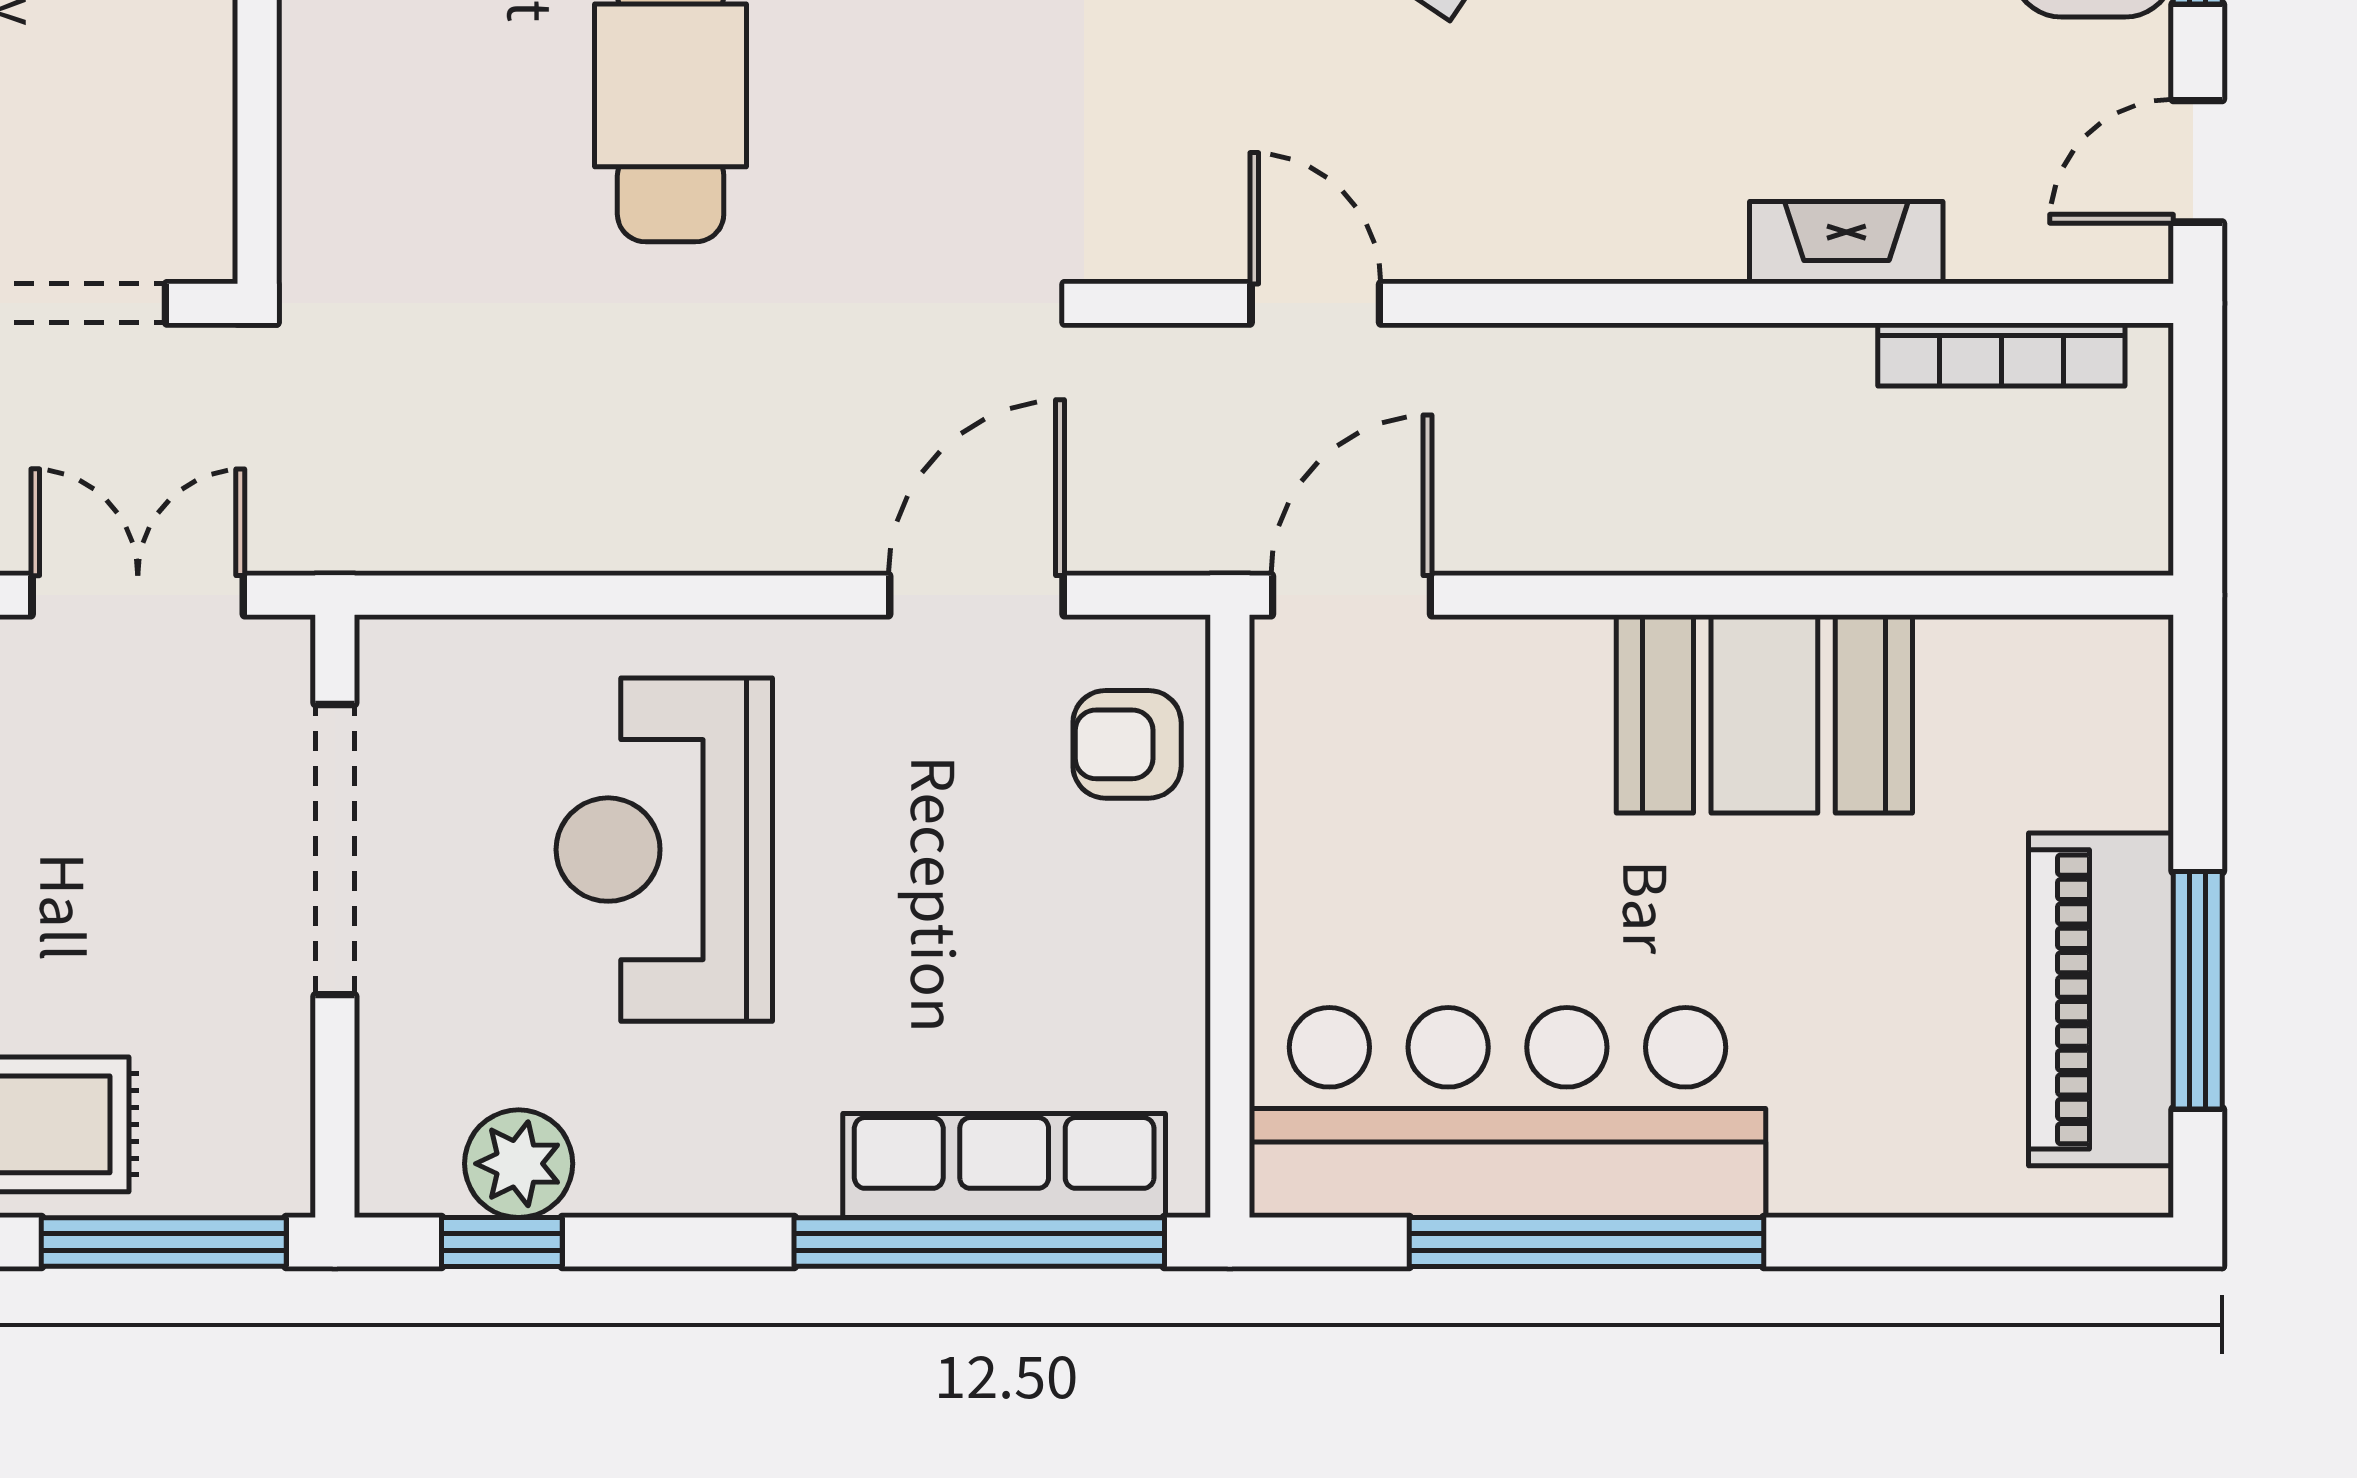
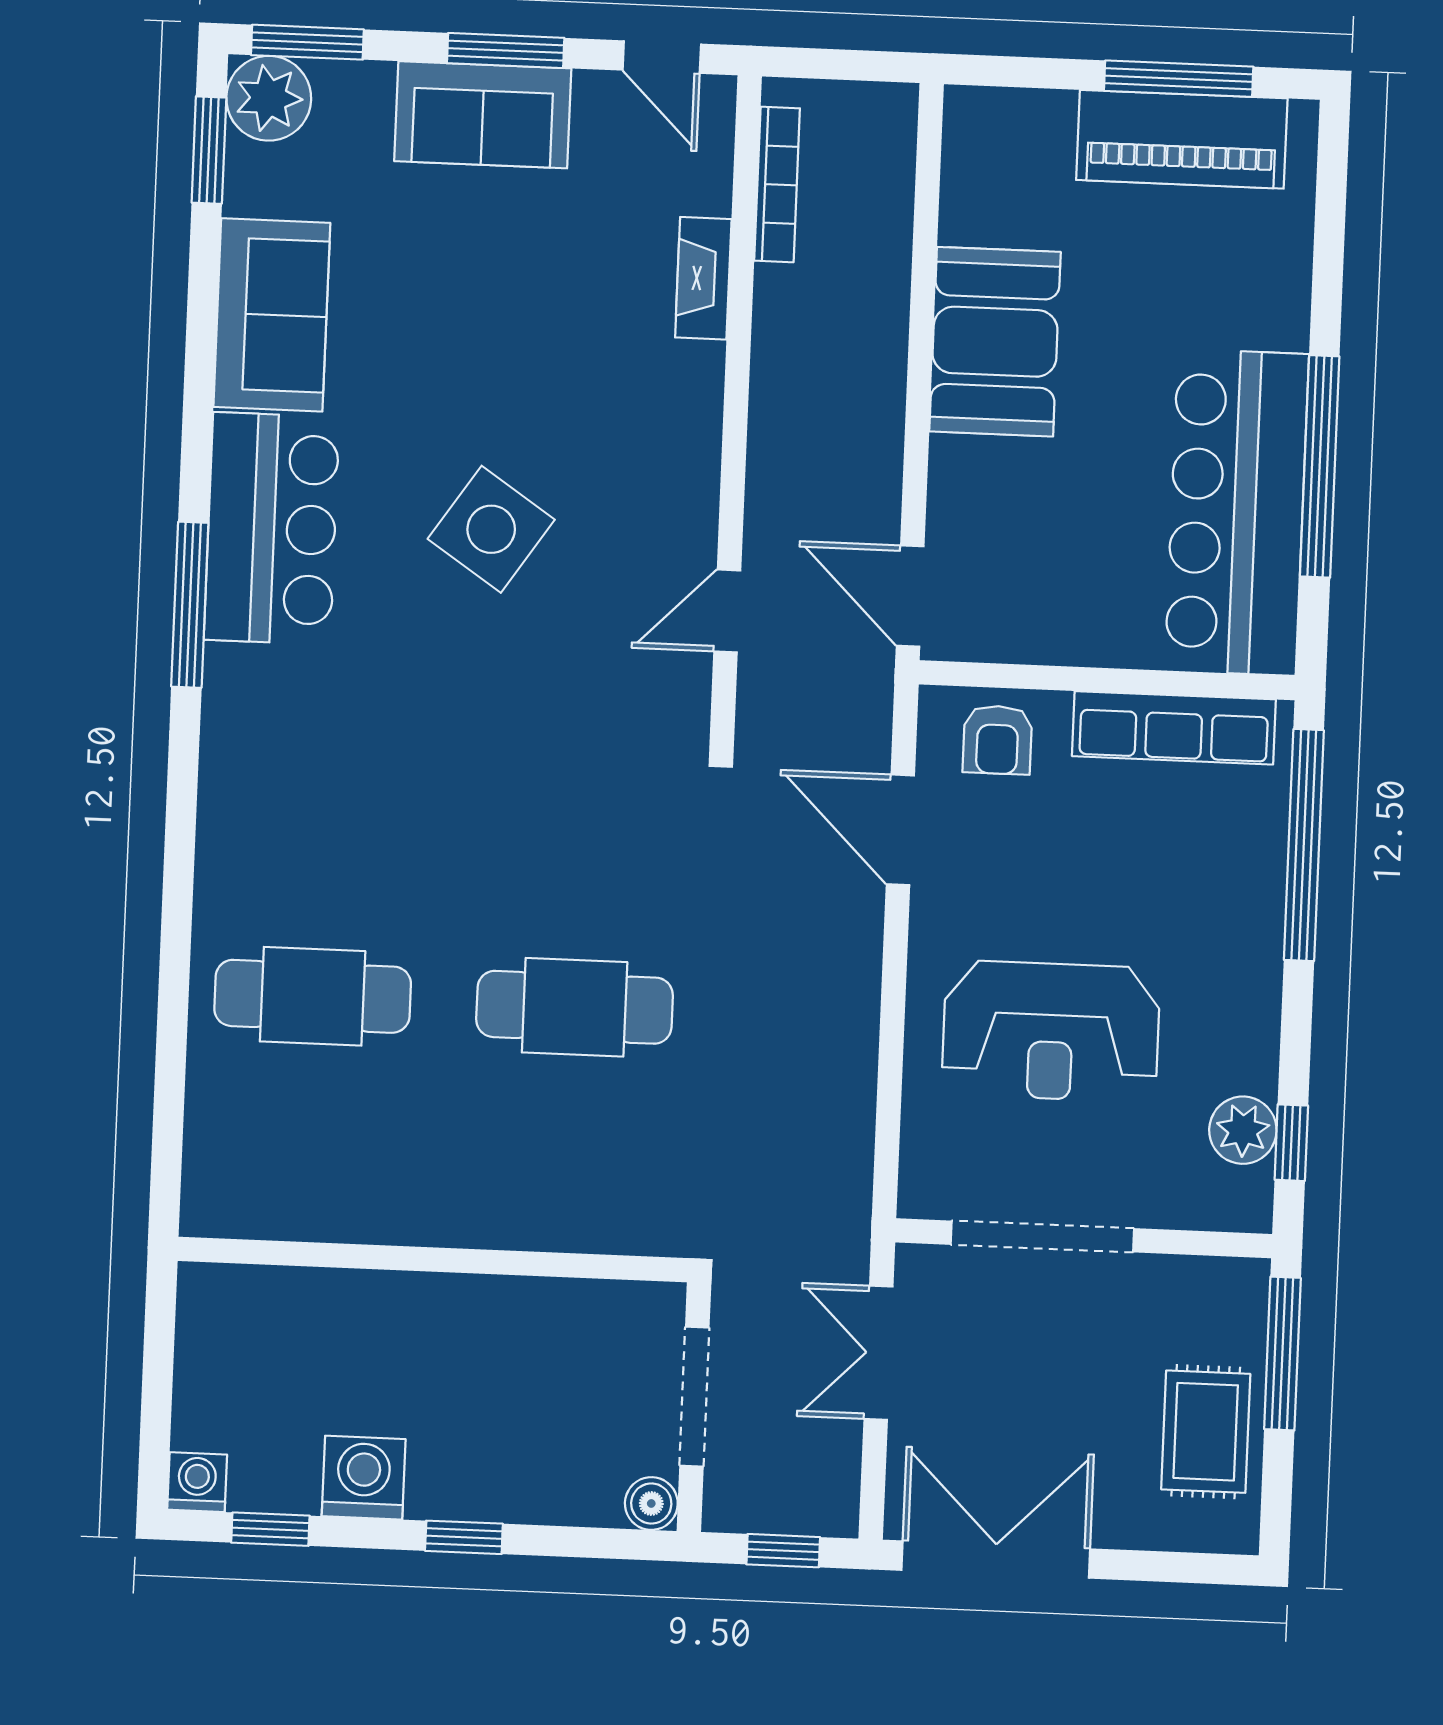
row of seats: (1004, 1165) -> (1174, 728), moved, turned -90

